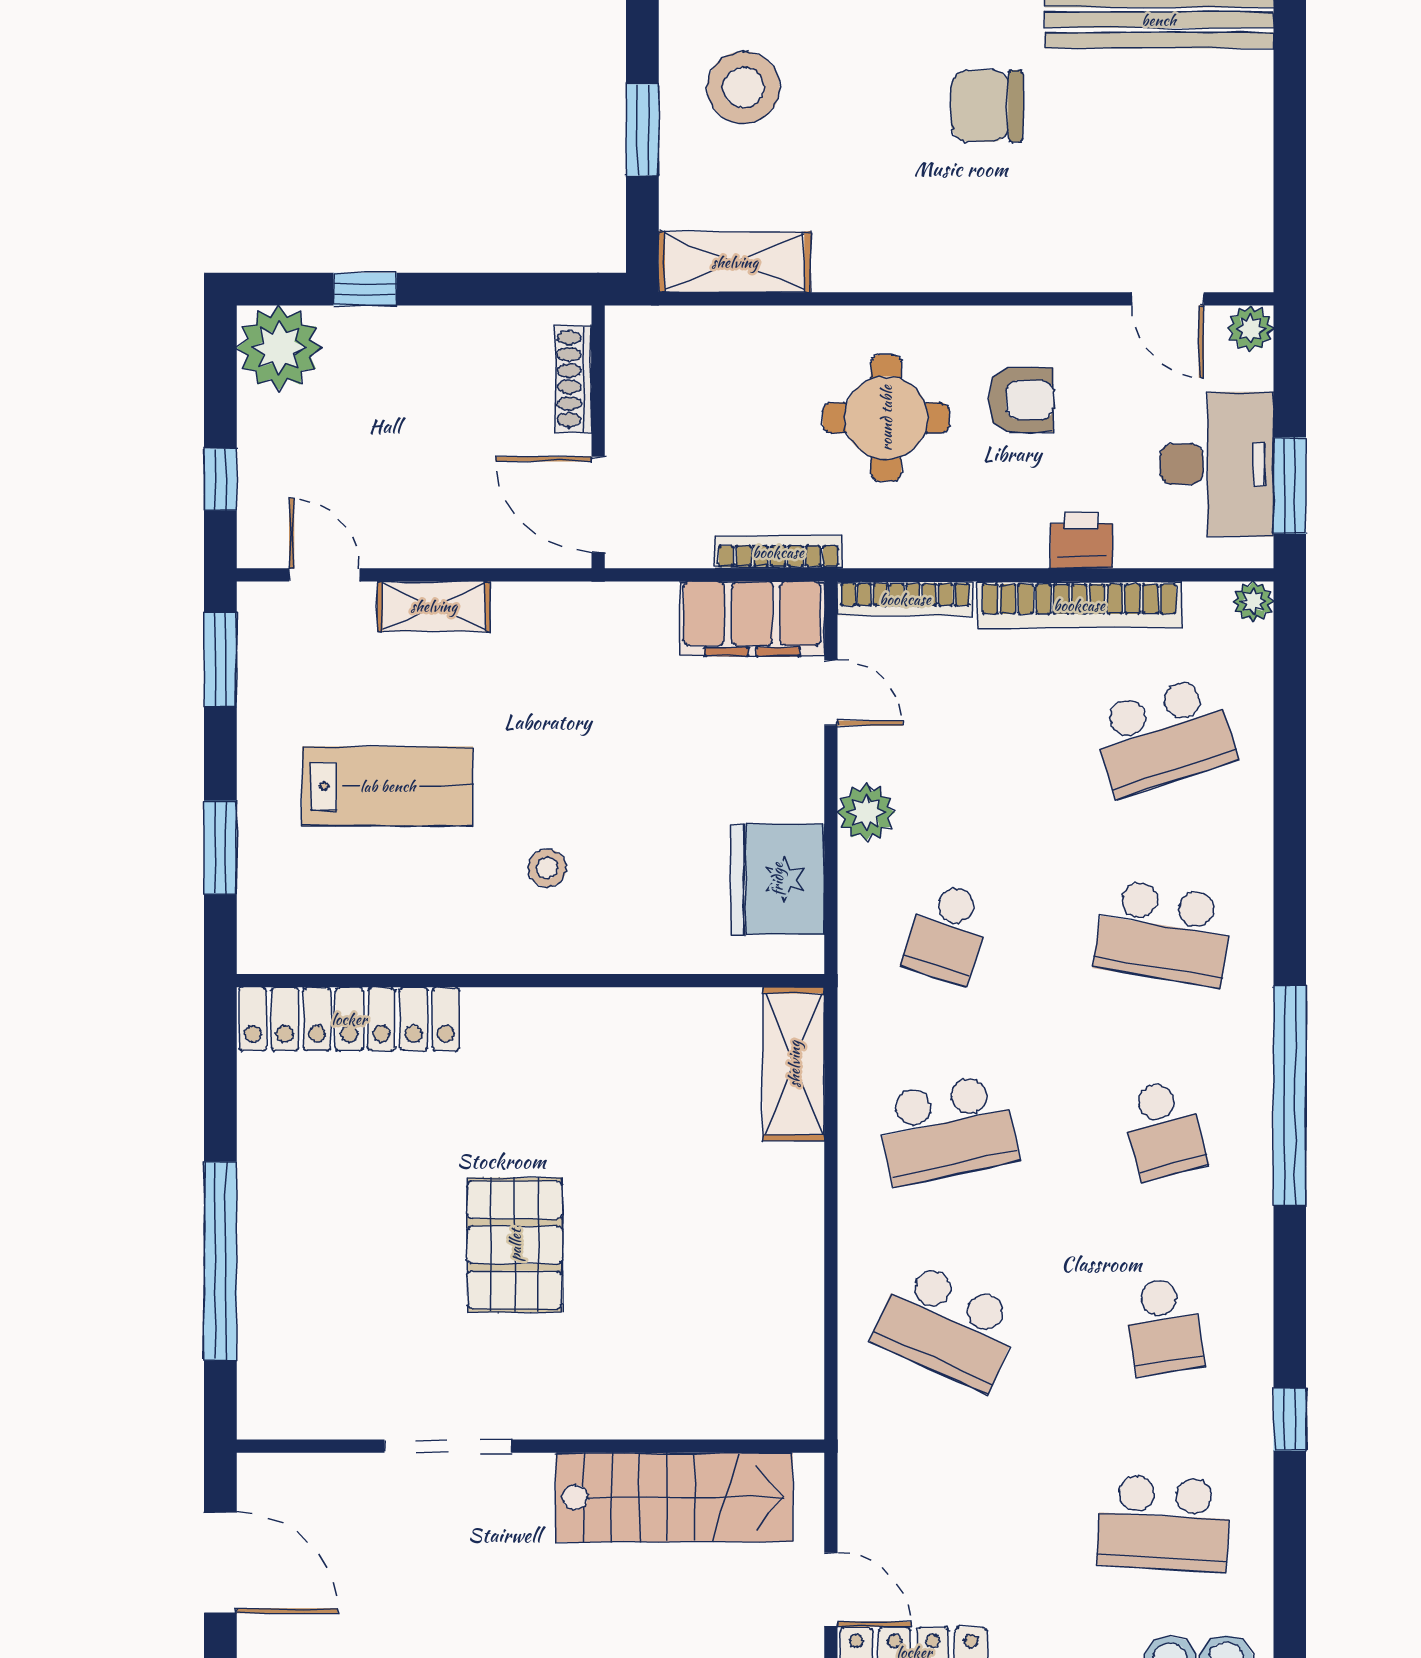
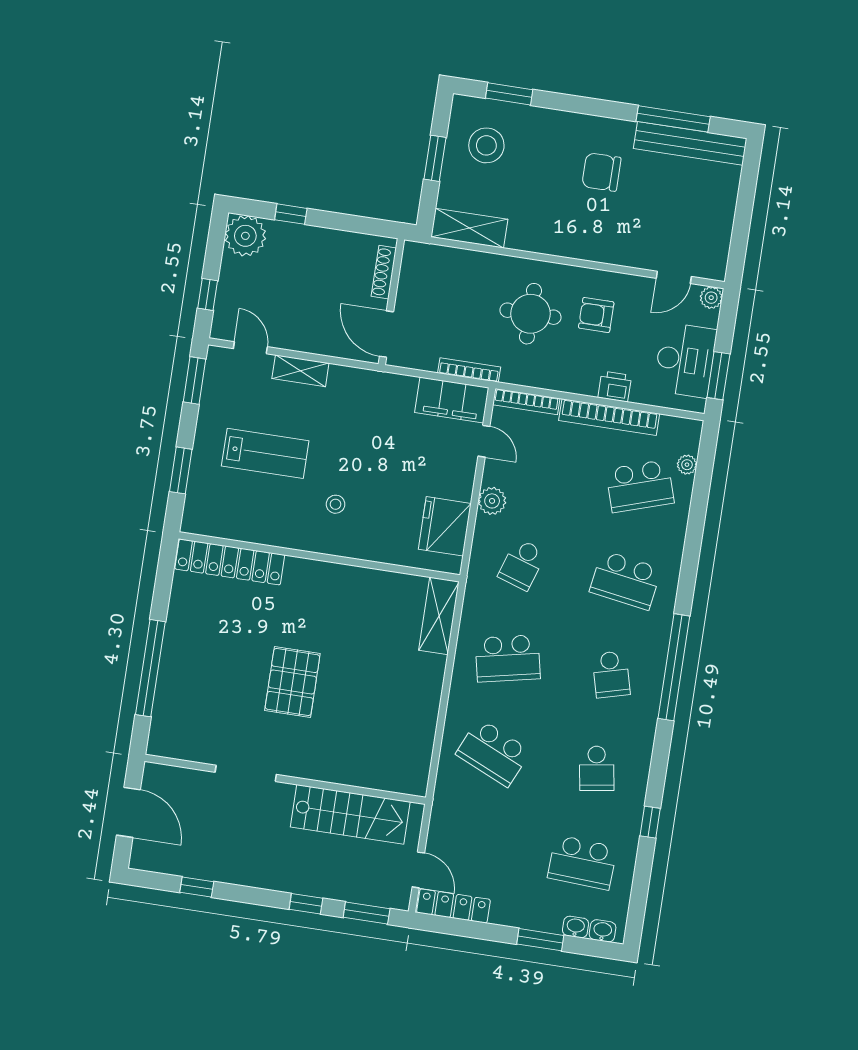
door: (1168, 299) -> (674, 277), hinge flipped
armchair: (1021, 400) -> (596, 315), turned 180
plant: (1253, 602) -> (687, 465), moved

